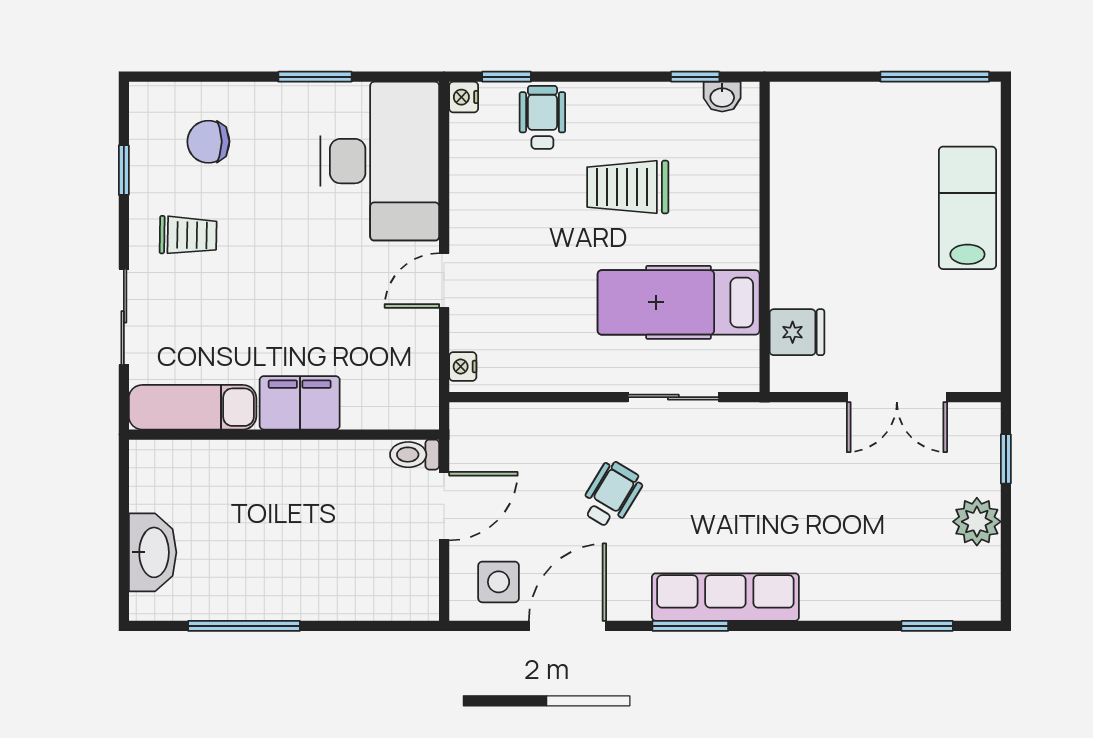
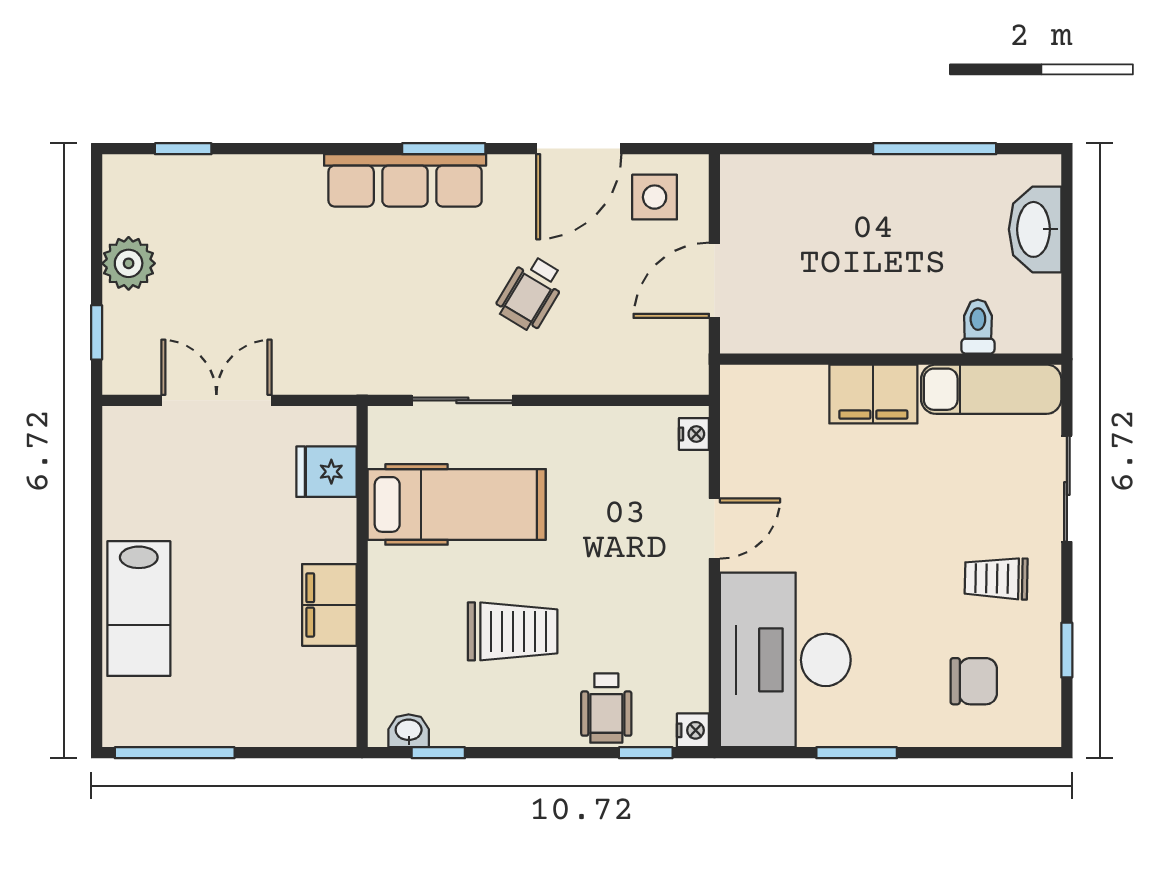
filing cabinet: (794, 211) -> (329, 605), added
toilet: (415, 455) -> (978, 327), moved, turned -90

